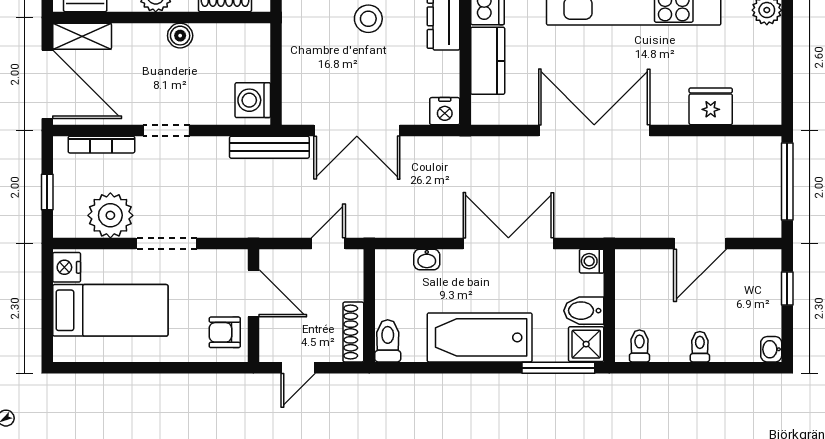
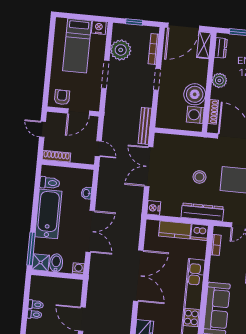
boiler: (180, 36) -> (195, 94), width x1.86, depth x1.86
washing machine: (253, 100) -> (195, 115), moved, turned -90
toilet: (388, 341) -> (50, 183), moved
toilet: (639, 346) -> (36, 305), moved

